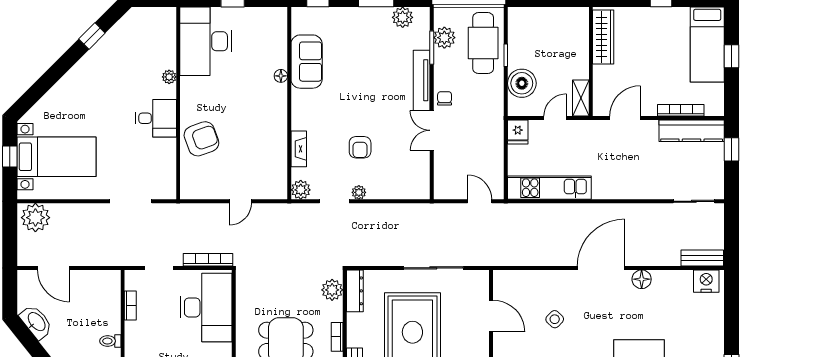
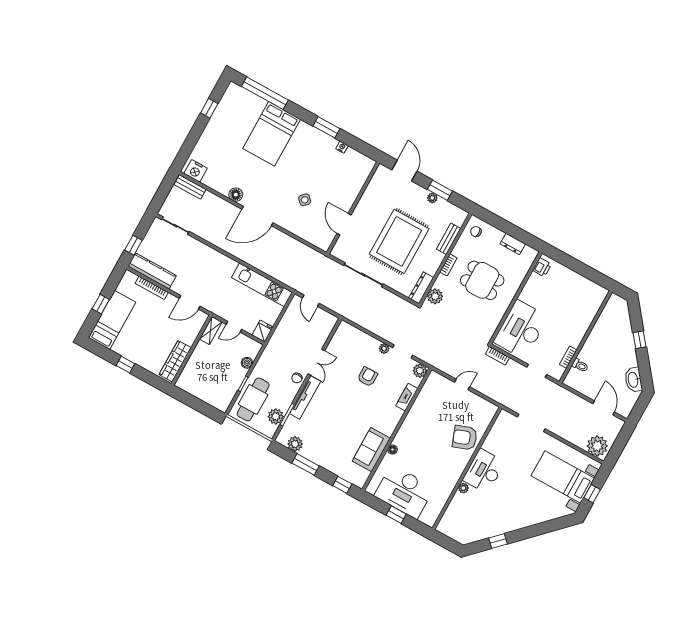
desk: (206, 41) -> (404, 492), moved, turned 90
boiler: (522, 83) -> (247, 363), width x0.54, depth x0.54
desk: (156, 118) -> (484, 471), width x1.37
bookcase: (208, 260) -> (497, 356), width x0.64
toilet: (110, 341) -> (580, 365), moved

